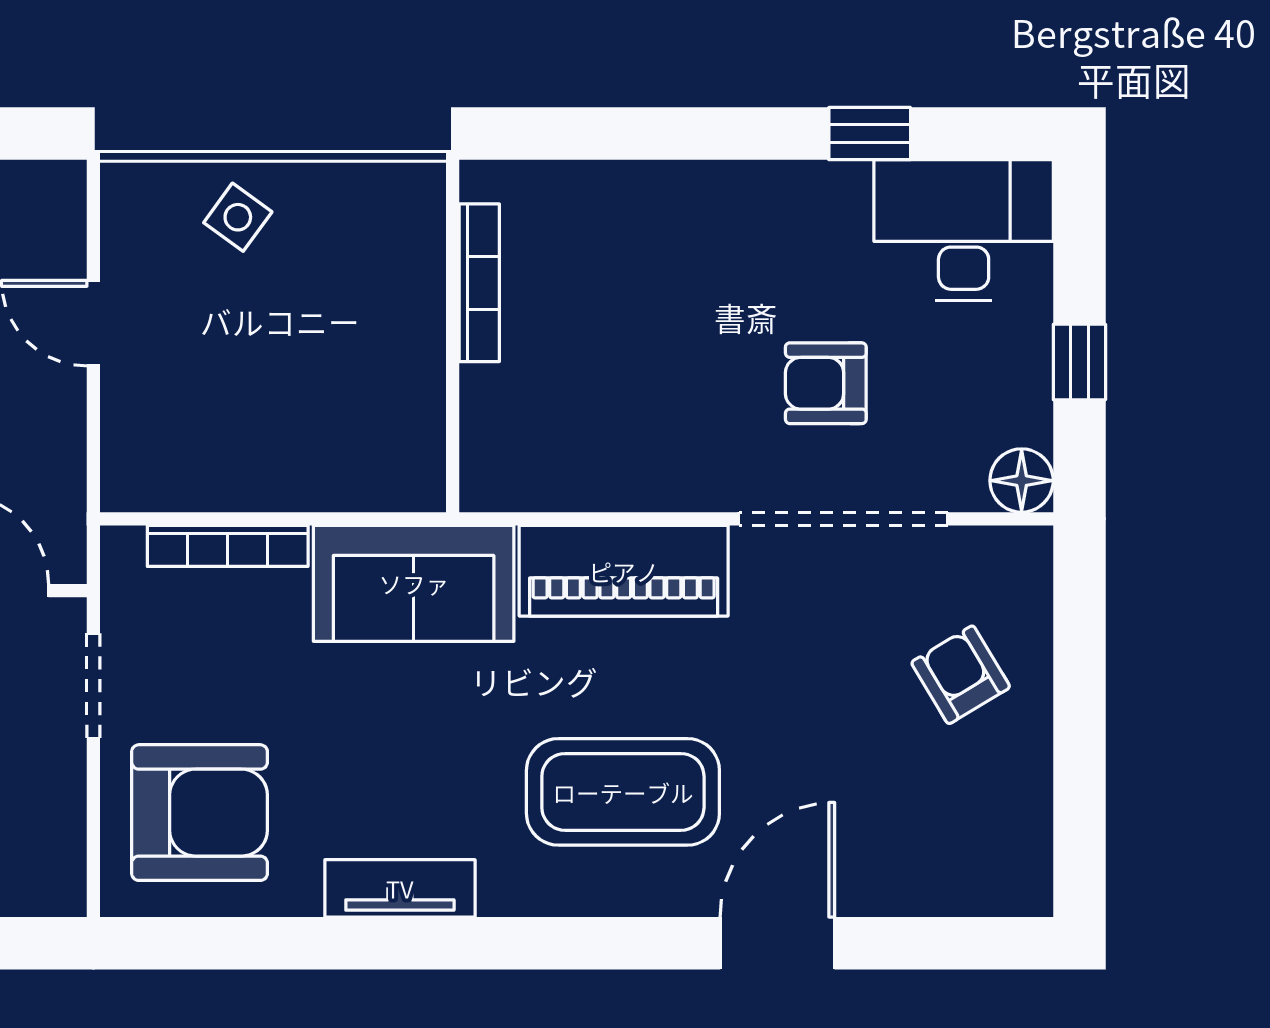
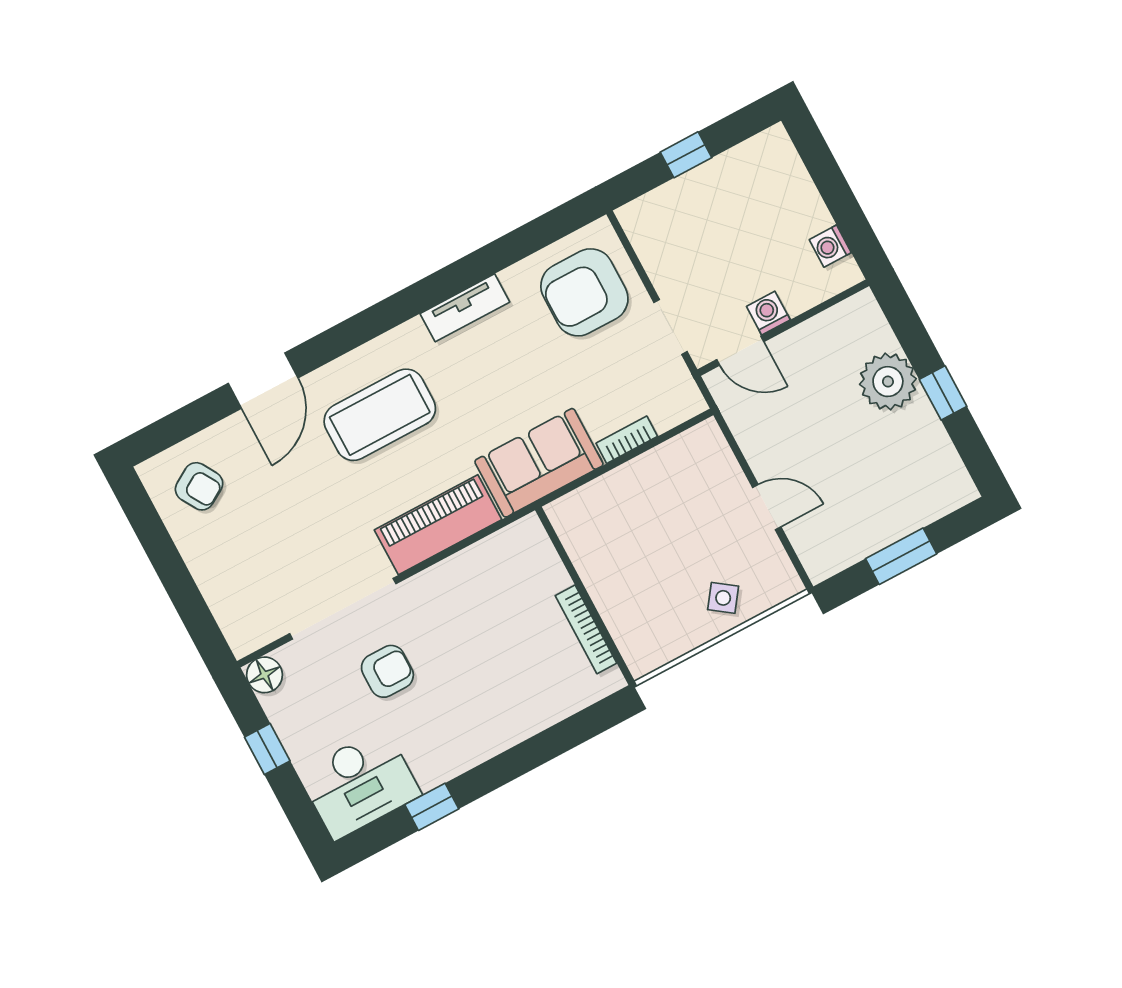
bookcase: (228, 546) -> (627, 440), width x0.64
armchair: (961, 675) -> (199, 486), moved

